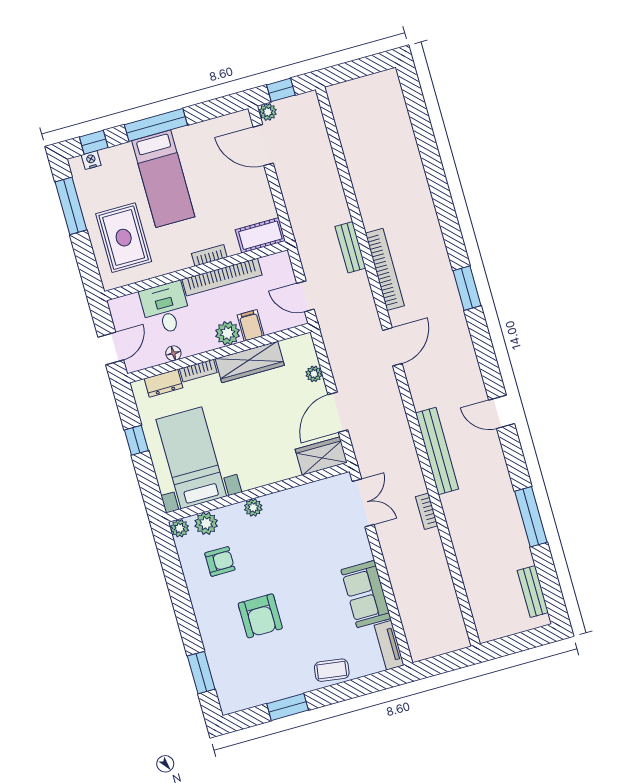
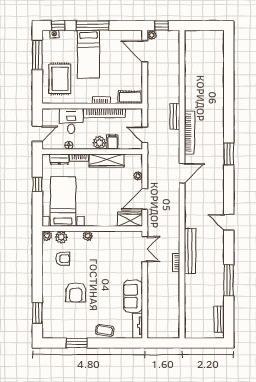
bench: (437, 451) -> (190, 251), moved

